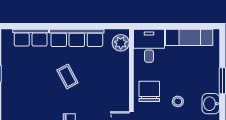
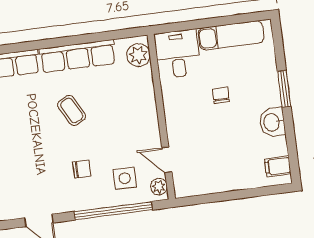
chair: (149, 91) -> (221, 95), moved, width x0.54, depth x0.54
stool: (178, 101) -> (227, 125), removed

